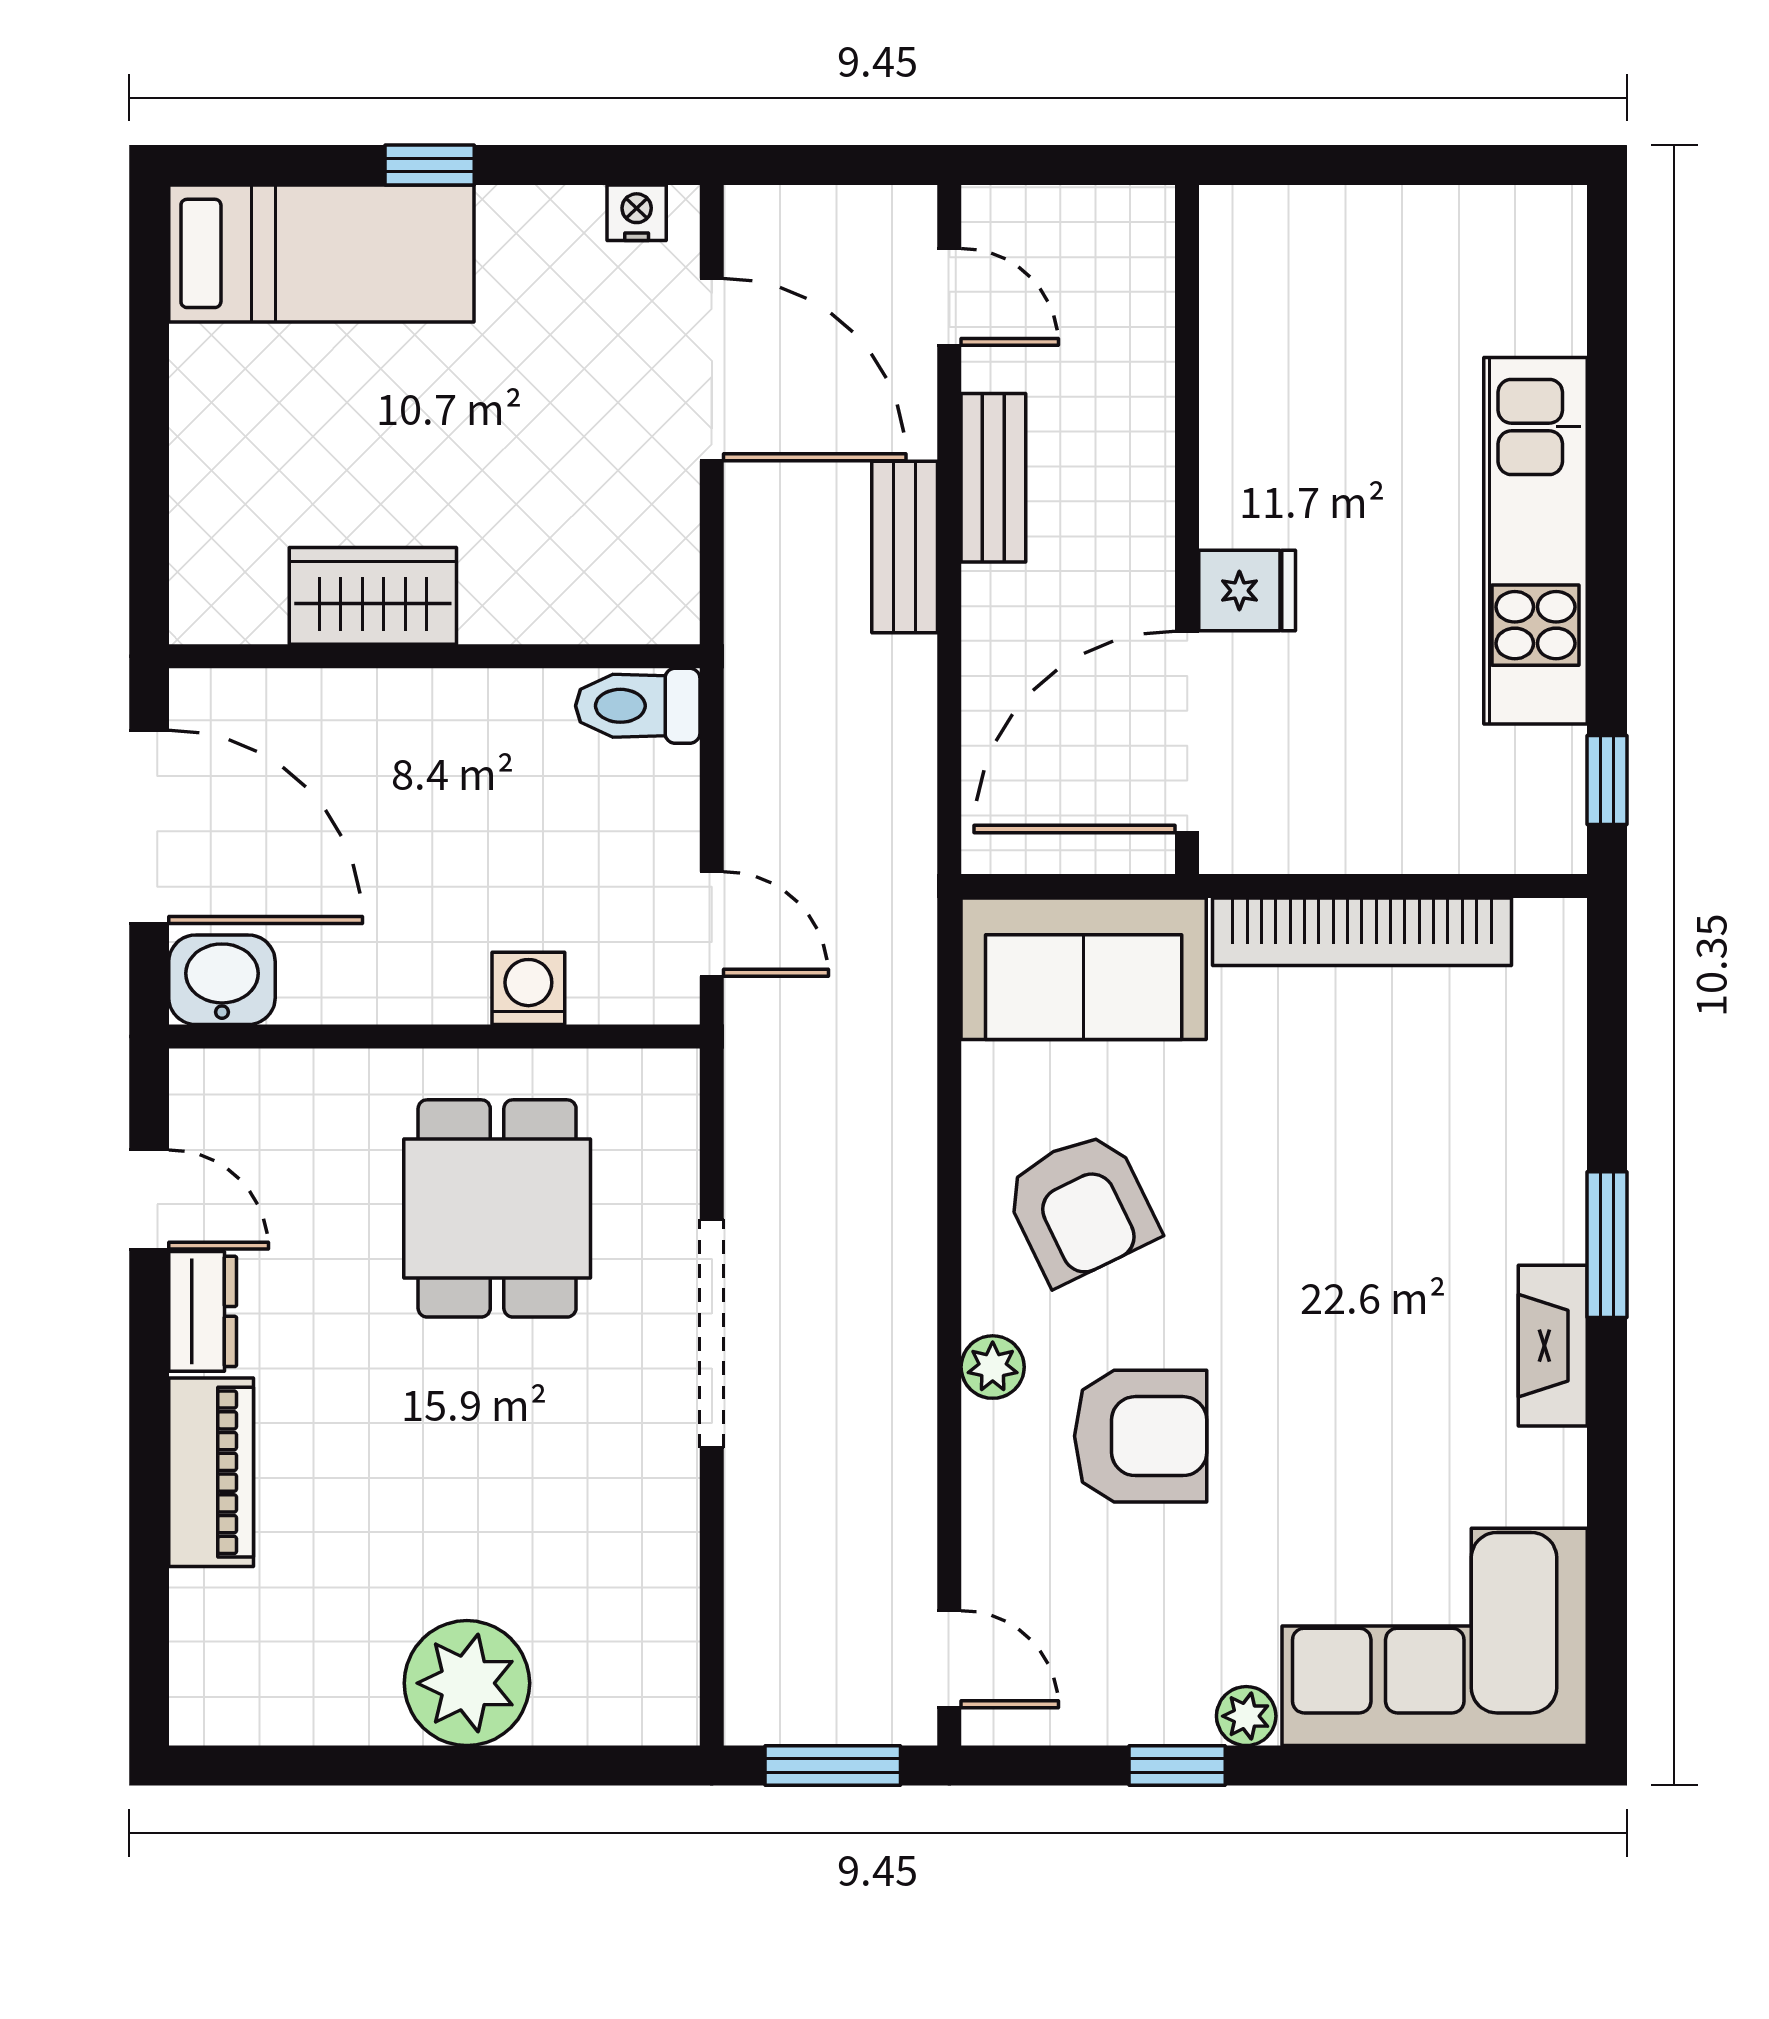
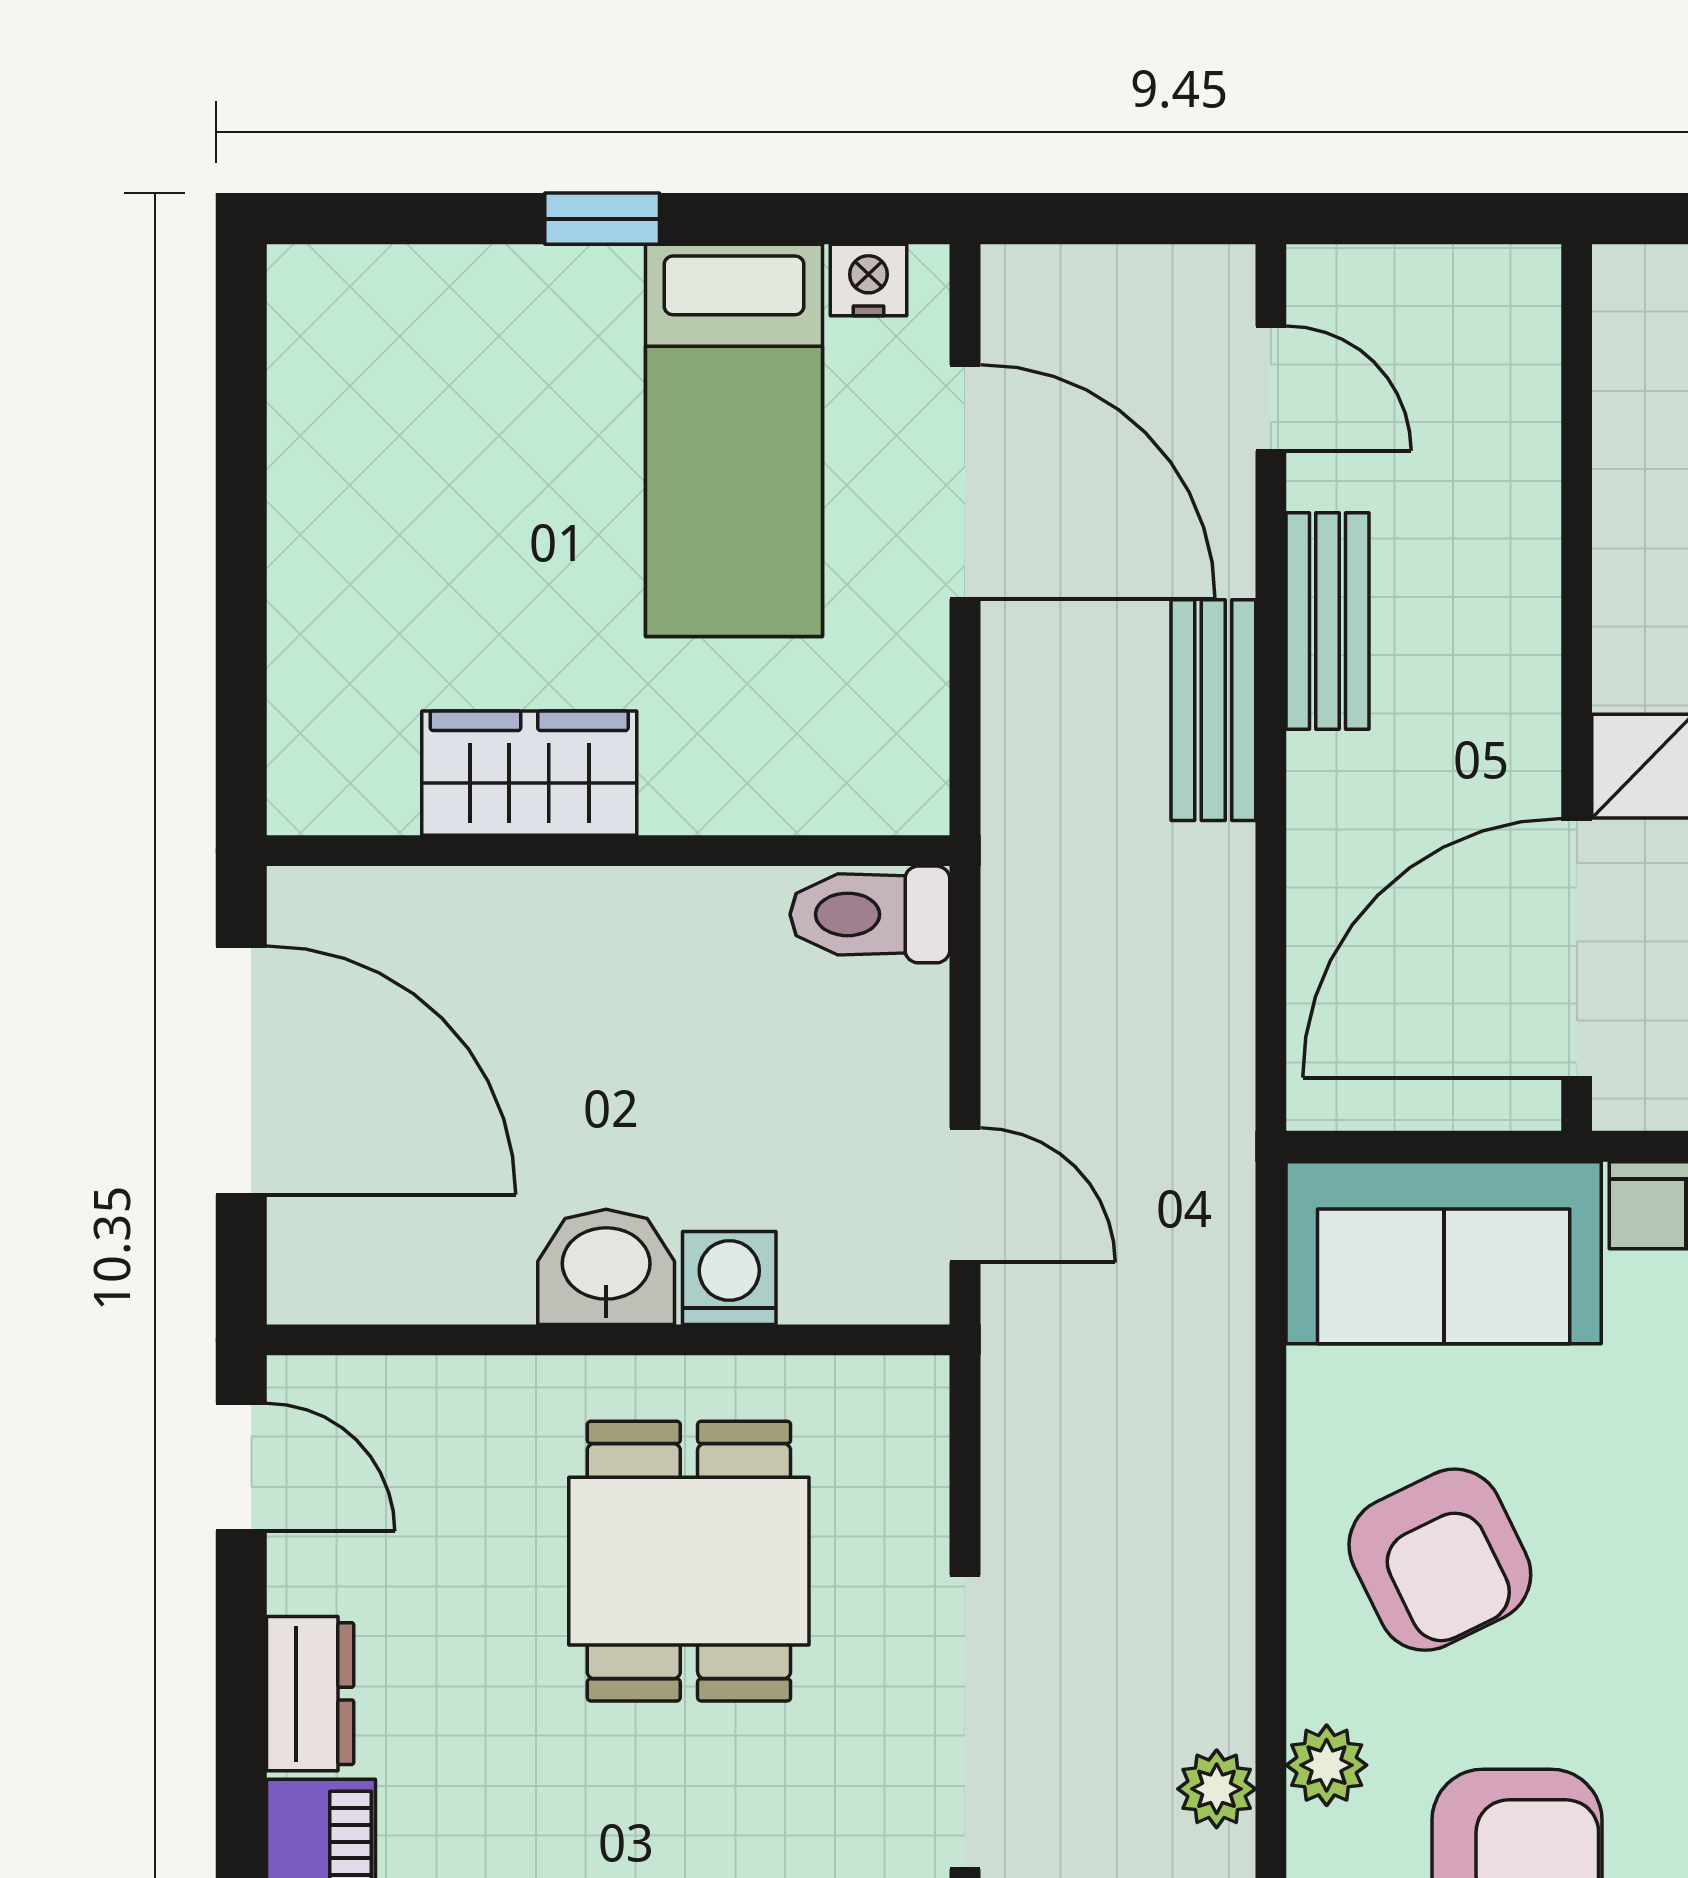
bed: (321, 253) -> (734, 440), moved, turned 90
washbasin: (222, 980) -> (606, 1267), moved
door: (149, 1200) -> (241, 1467), moved
plant: (907, 1385) -> (1217, 1789), added

